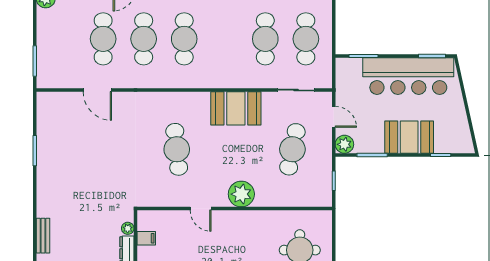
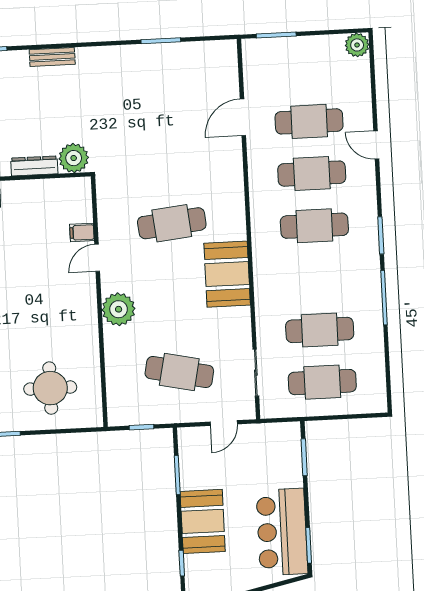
bar counter: (408, 76) -> (282, 532), width x0.73
booth: (236, 108) -> (227, 274), moved
plant: (344, 144) -> (189, 439), removed
plant: (128, 228) -> (74, 158), width x1.88, depth x1.88
filing cabinet: (146, 238) -> (82, 232), moved, turned 90

